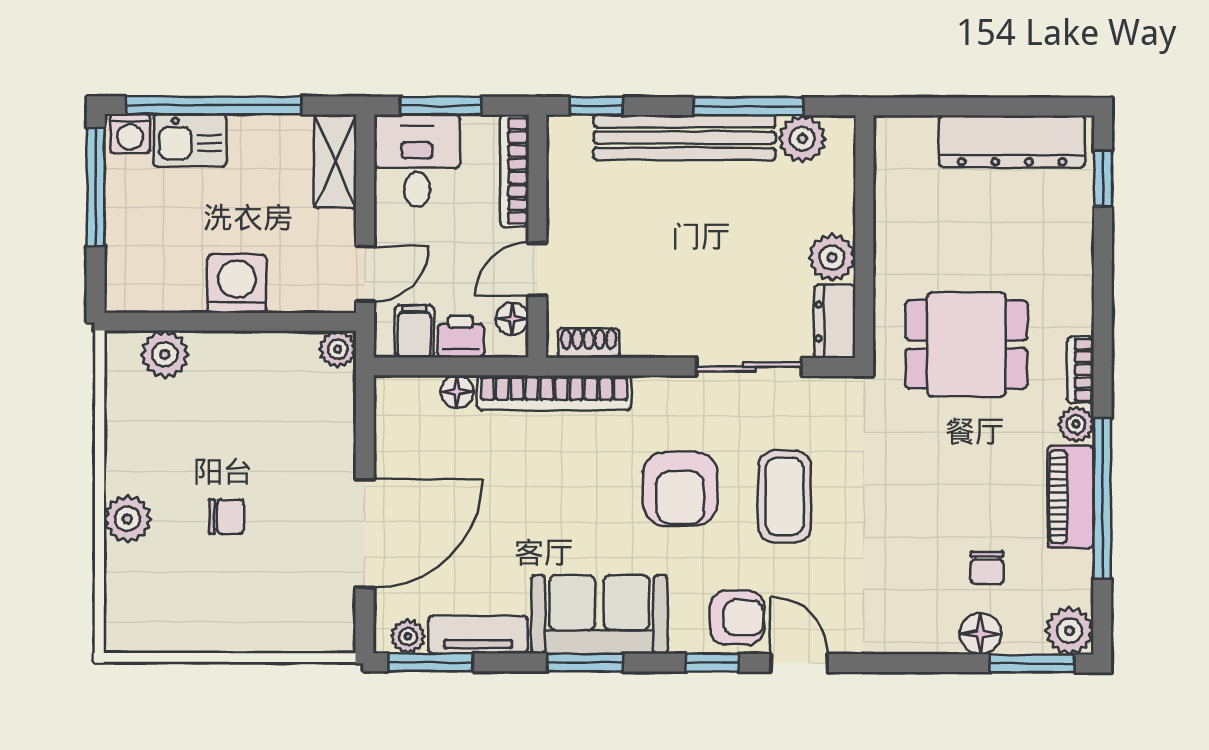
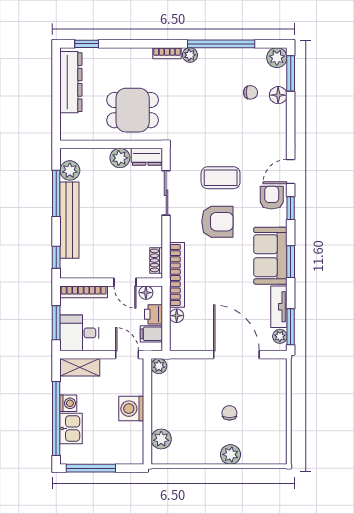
washing machine: (130, 134) -> (68, 403), moved
dining table: (966, 344) -> (133, 110), moved, turned 90
piano: (1071, 497) -> (220, 57), removed

